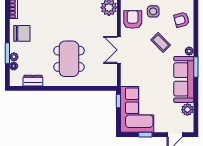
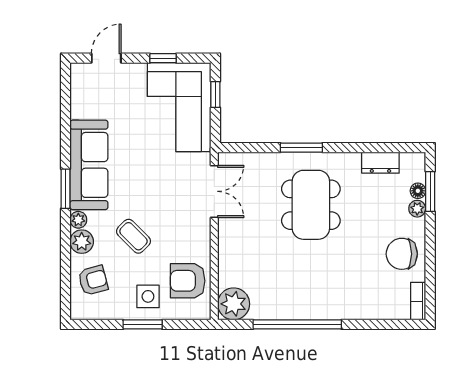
armchair: (133, 19) -> (188, 281), turned 90
double door: (119, 50) -> (214, 191), moved
window: (7, 53) -> (430, 192), moved
window: (74, 88) -> (301, 148), added
window: (118, 101) -> (215, 94), moved
plant: (187, 110) -> (82, 242), moved

